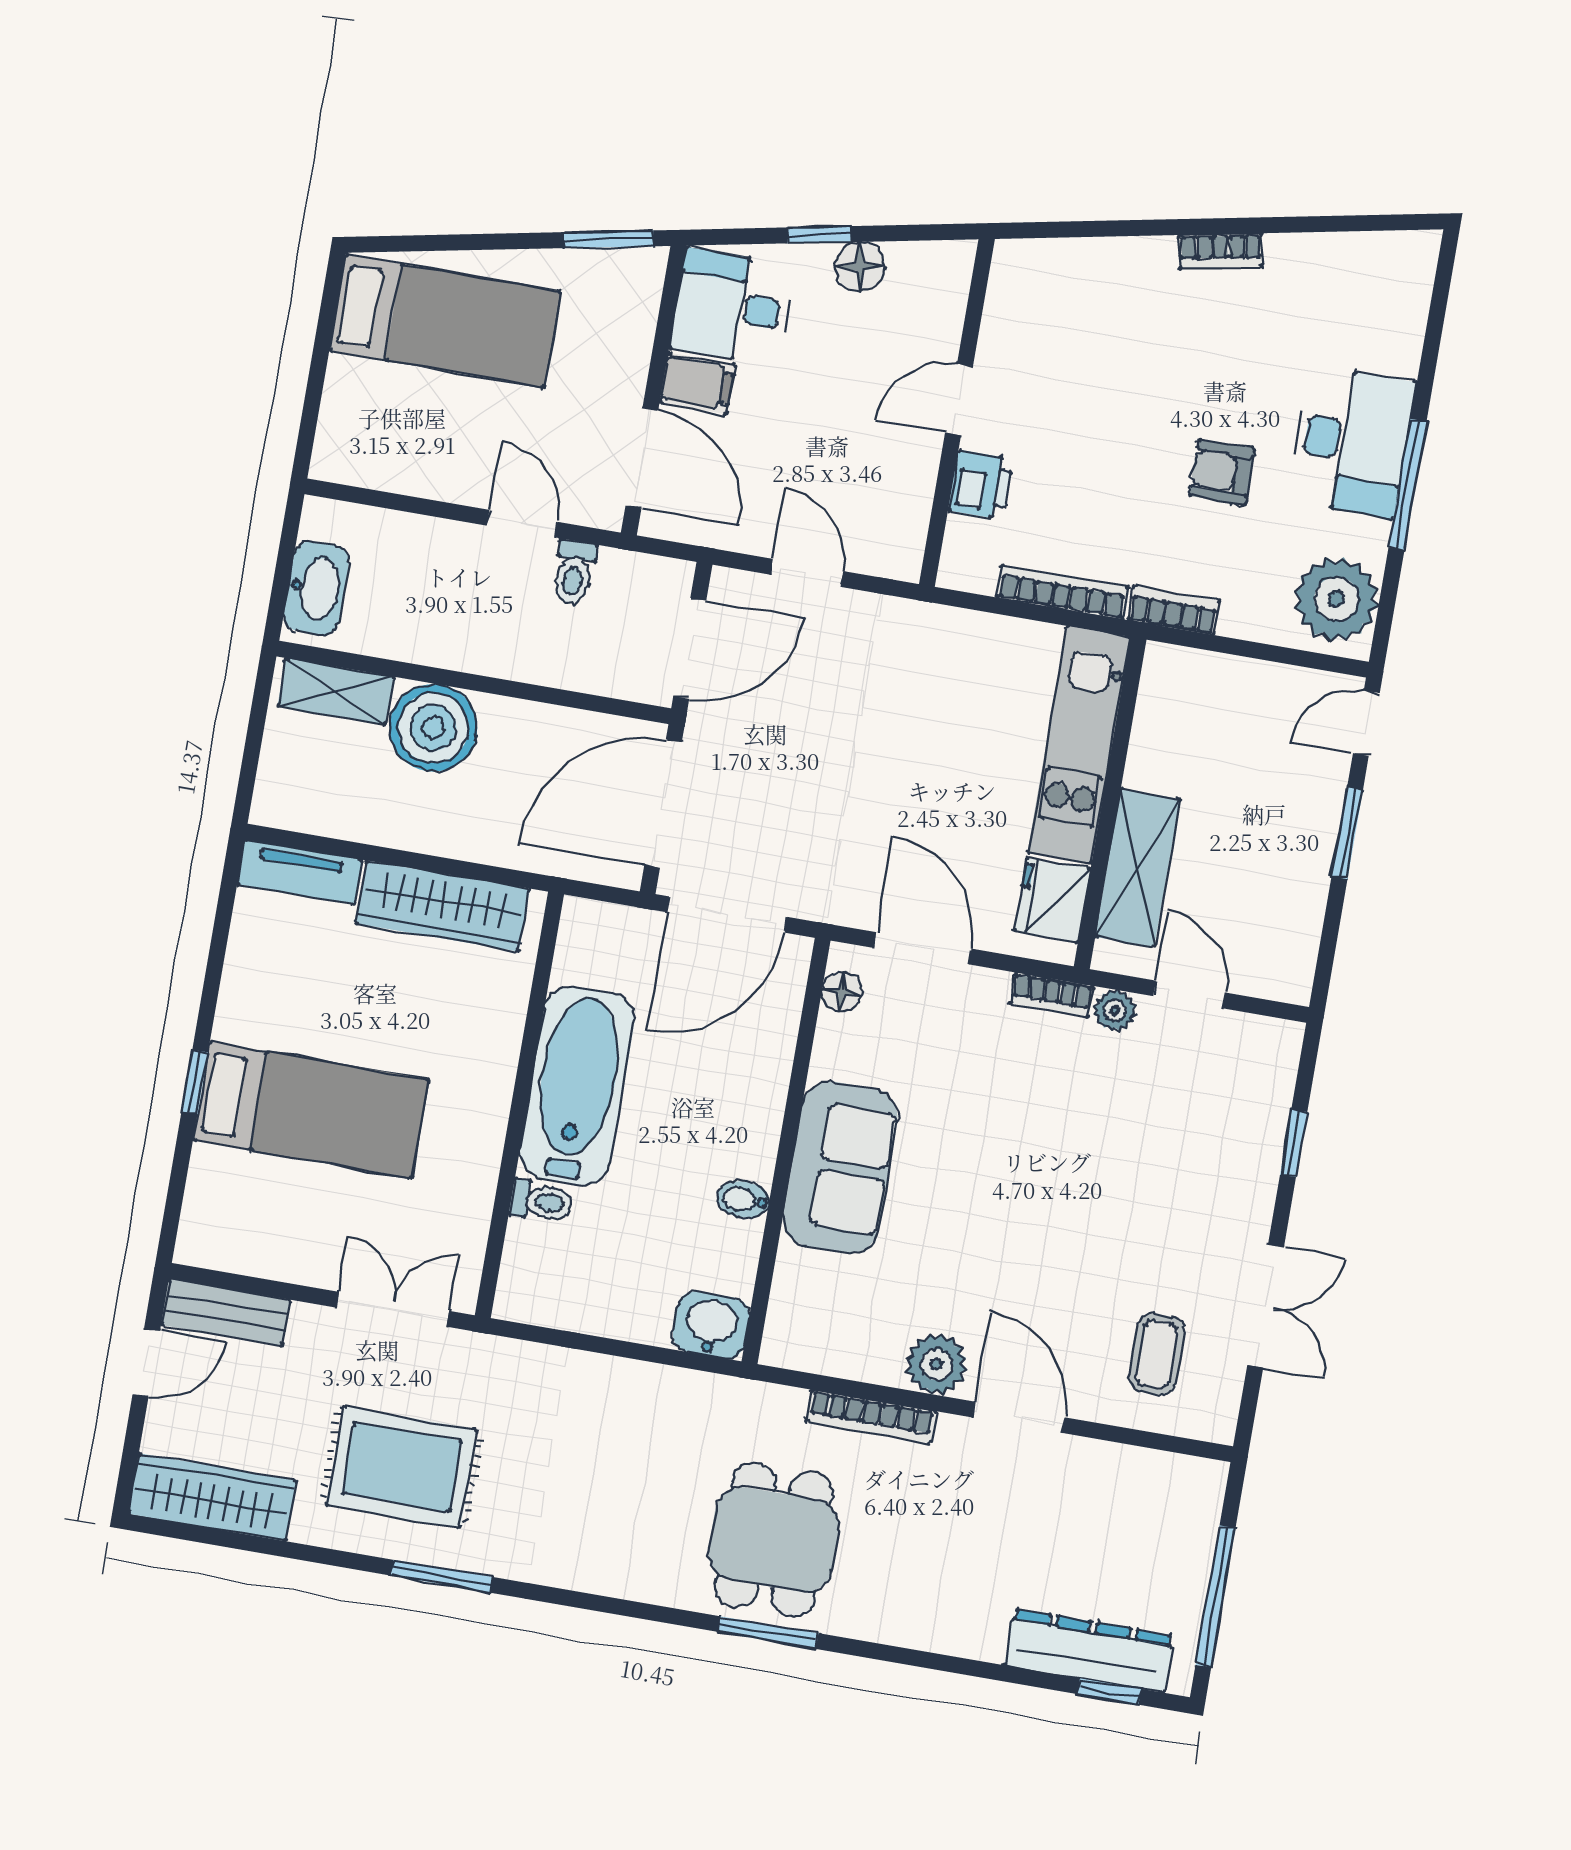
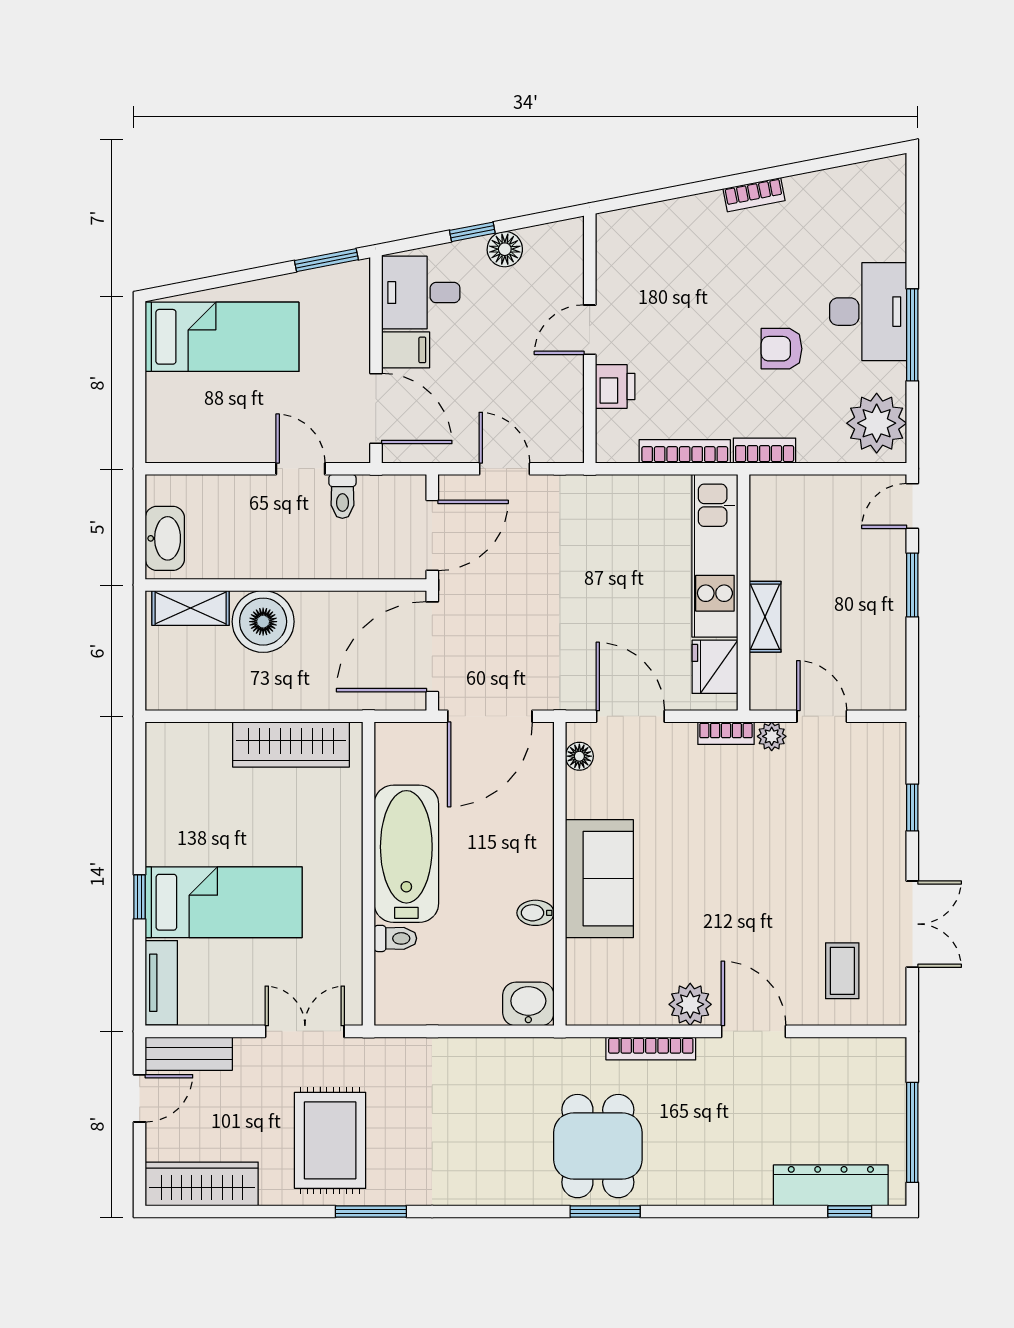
shelving: (1137, 868) -> (765, 617), width x0.67, depth x0.75
tv unit: (300, 872) -> (161, 983), moved, turned -90
rug: (402, 1467) -> (330, 1140), turned 90

